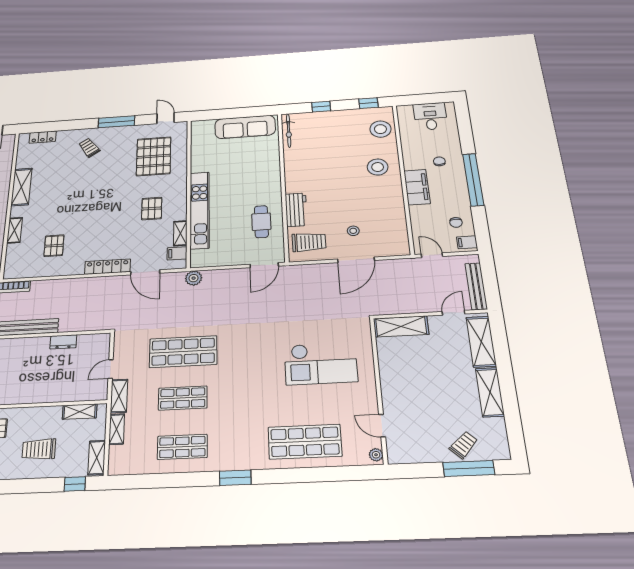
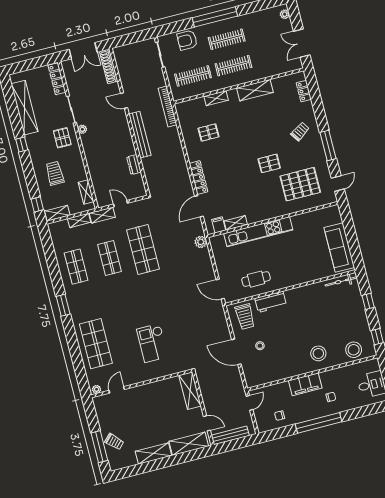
pallet: (152, 209) -> (269, 163), moved
filing cabinet: (467, 242) -> (264, 425), removed
checkout: (321, 363) -> (152, 343), width x0.73, depth x0.83

